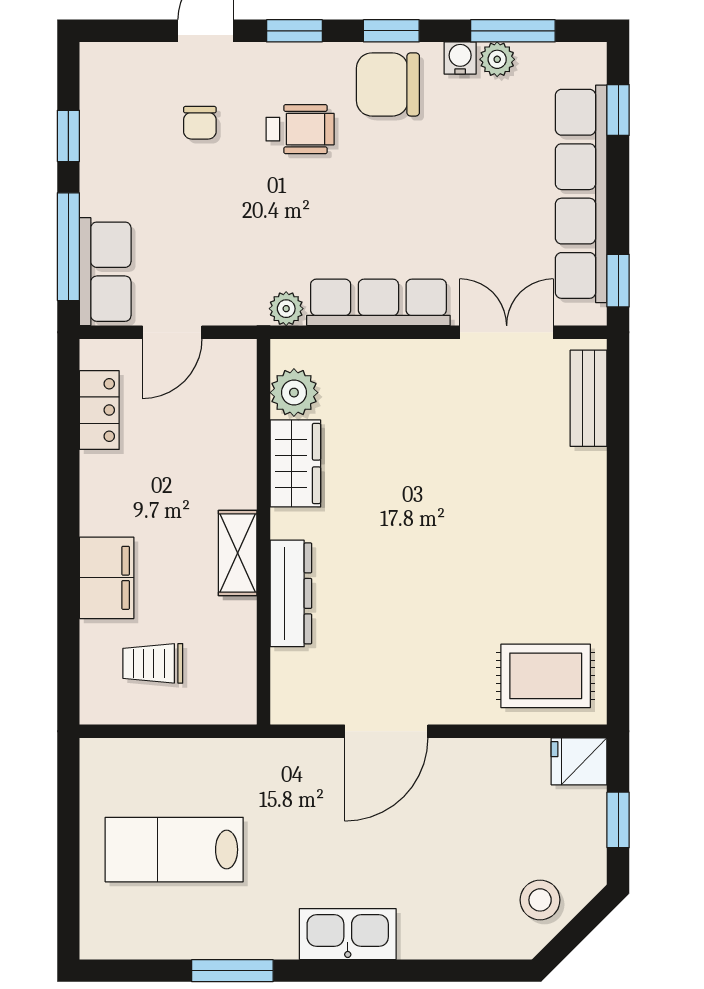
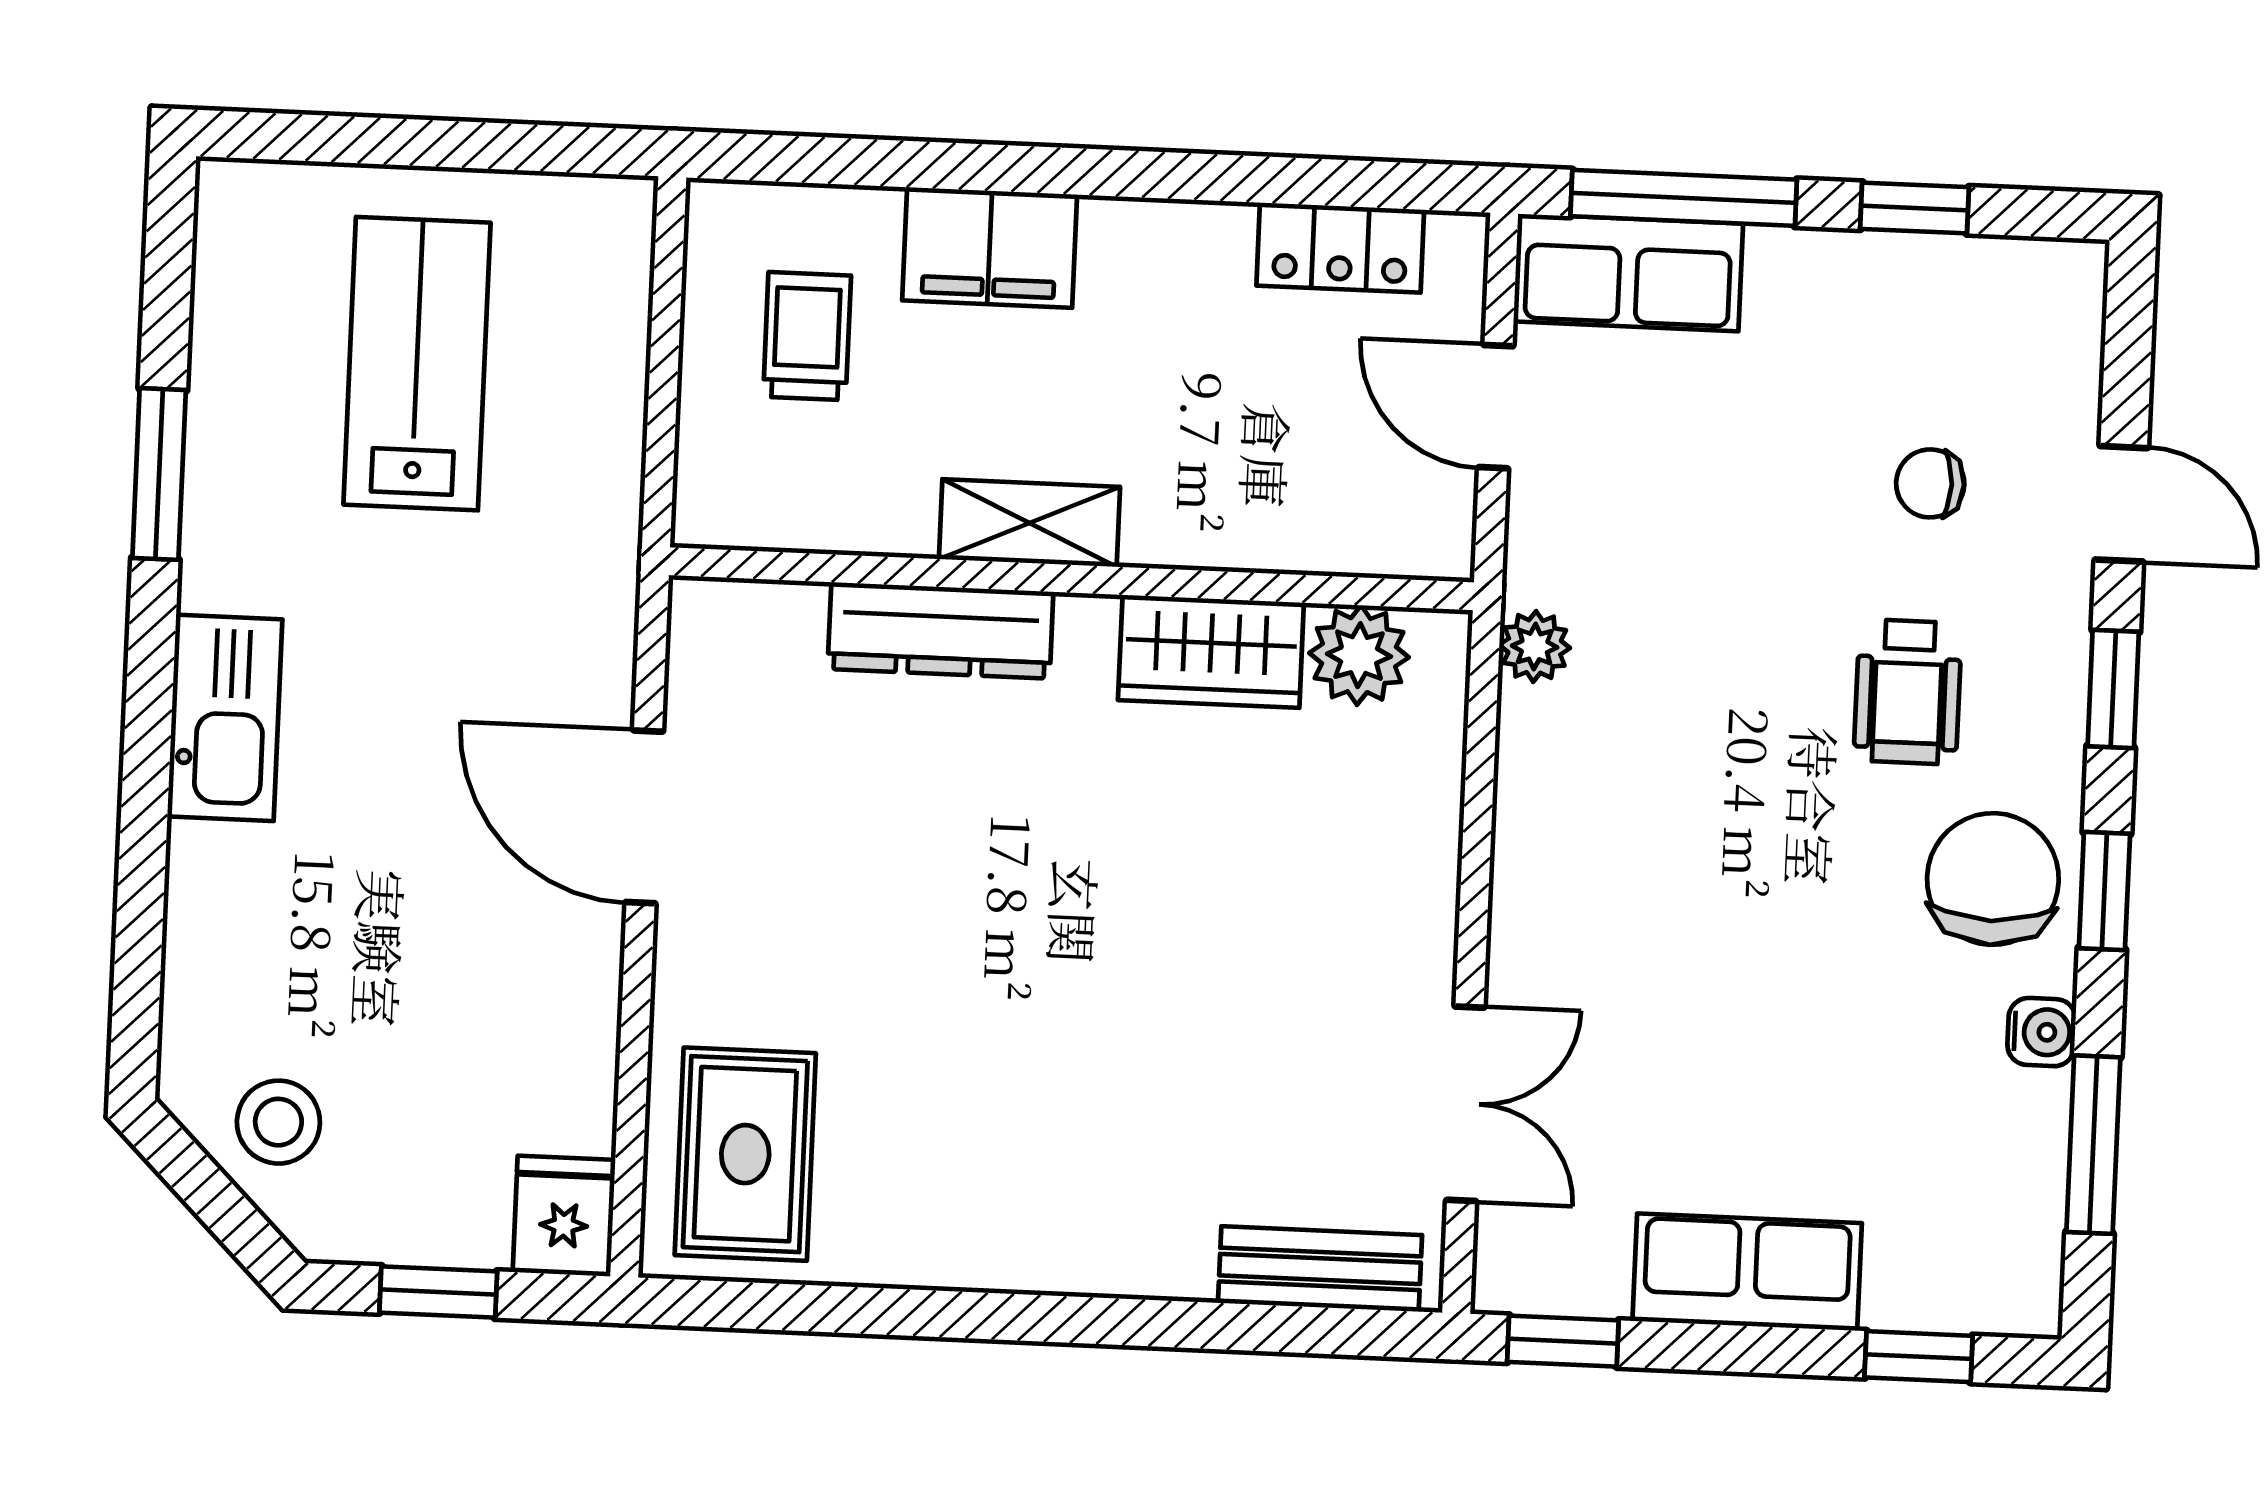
plant: (497, 59) -> (2035, 1109), removed
row of seats: (581, 194) -> (1747, 1272), width x0.50
row of seats: (378, 302) -> (1539, 839), removed

